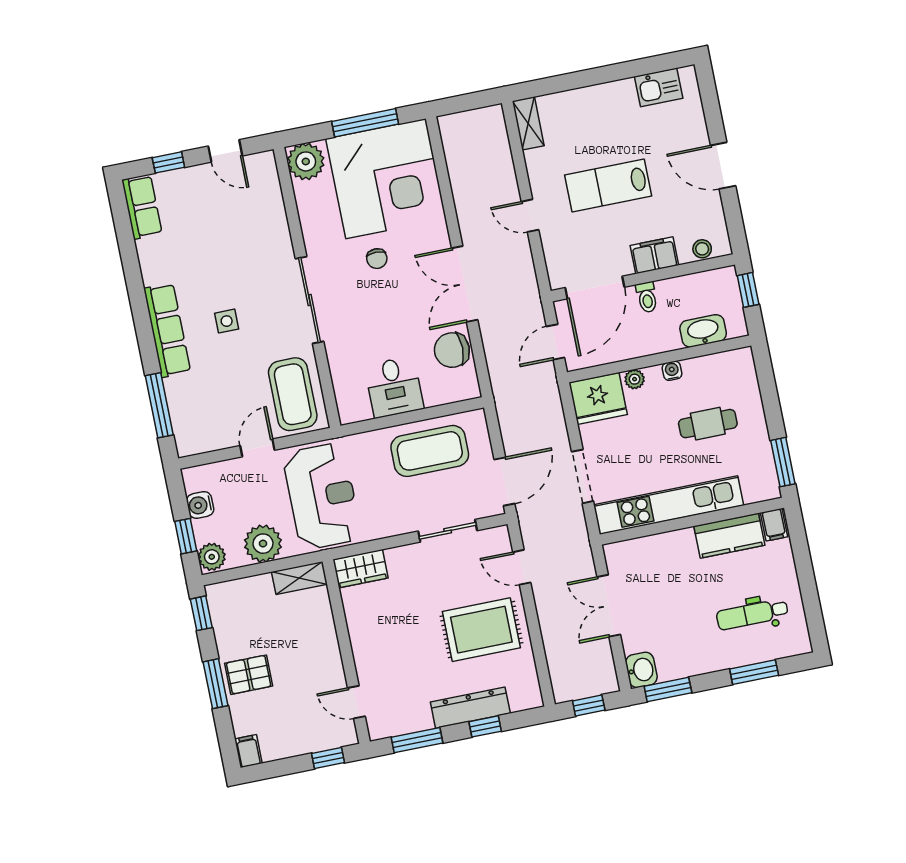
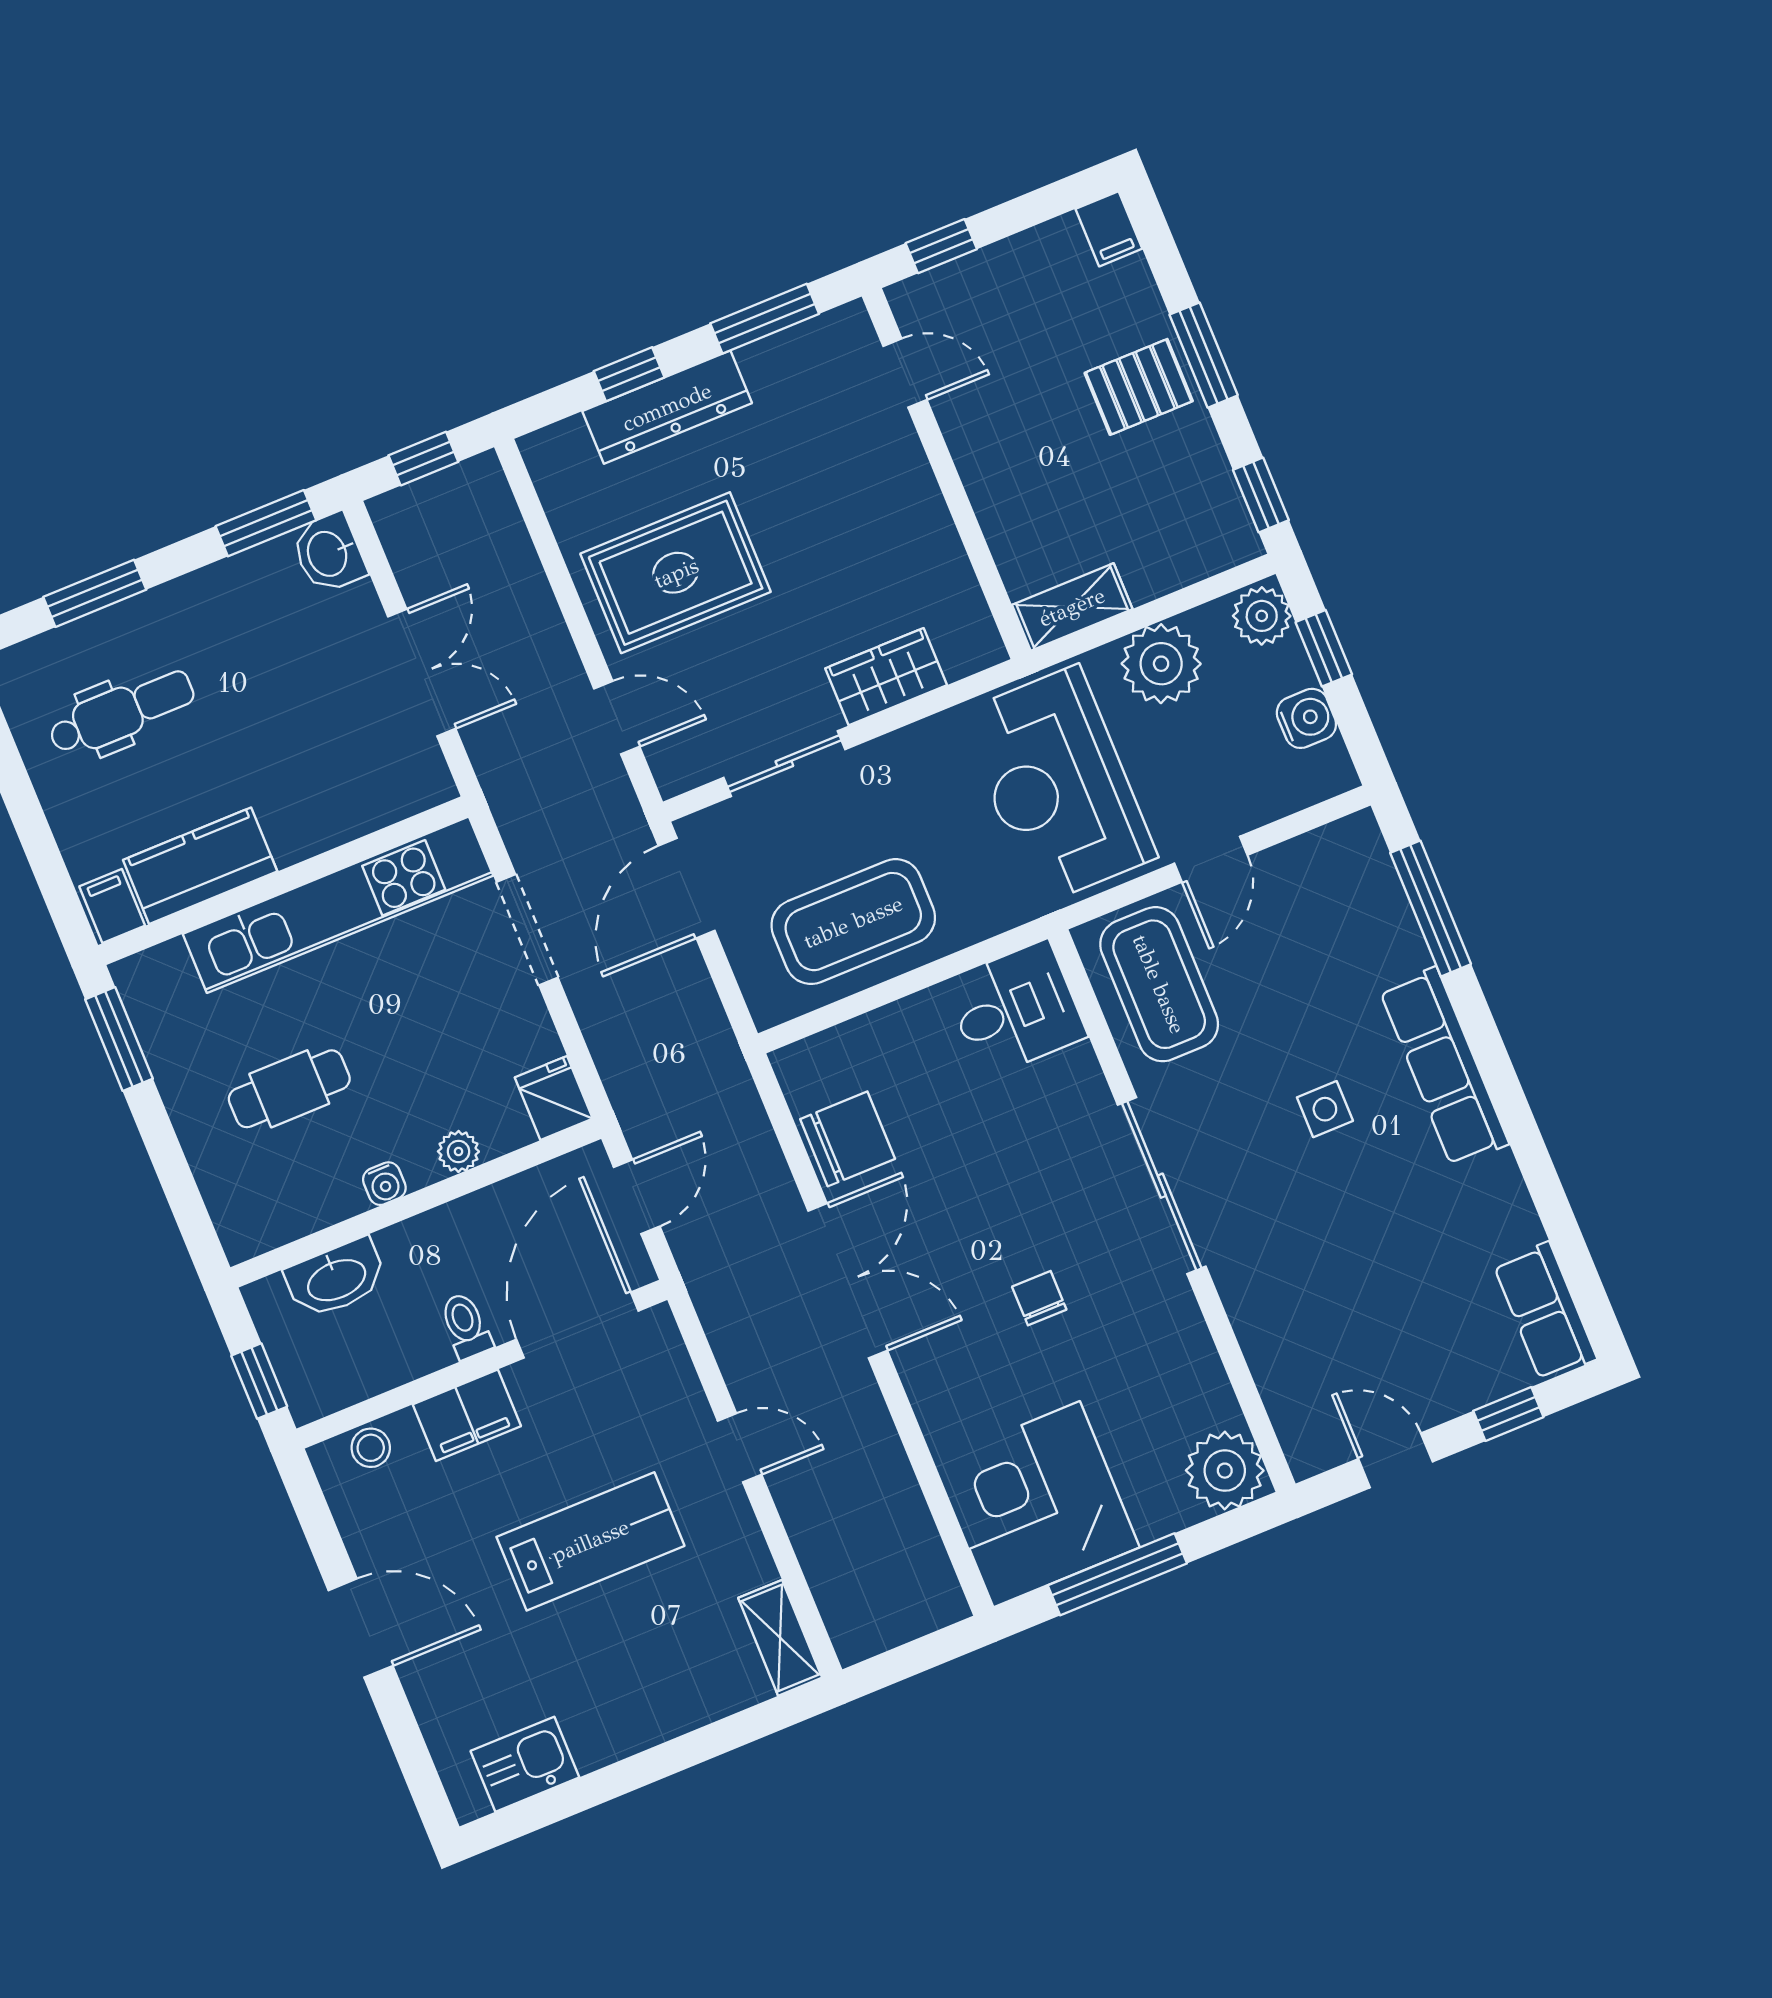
corner desk: (386, 179) -> (1037, 1504), width x0.74, depth x0.74
desk: (394, 387) -> (1015, 1009), moved, turned 90
fridge: (598, 399) -> (554, 1098), width x0.53, depth x0.75
wardrobe: (361, 569) -> (886, 677), moved

